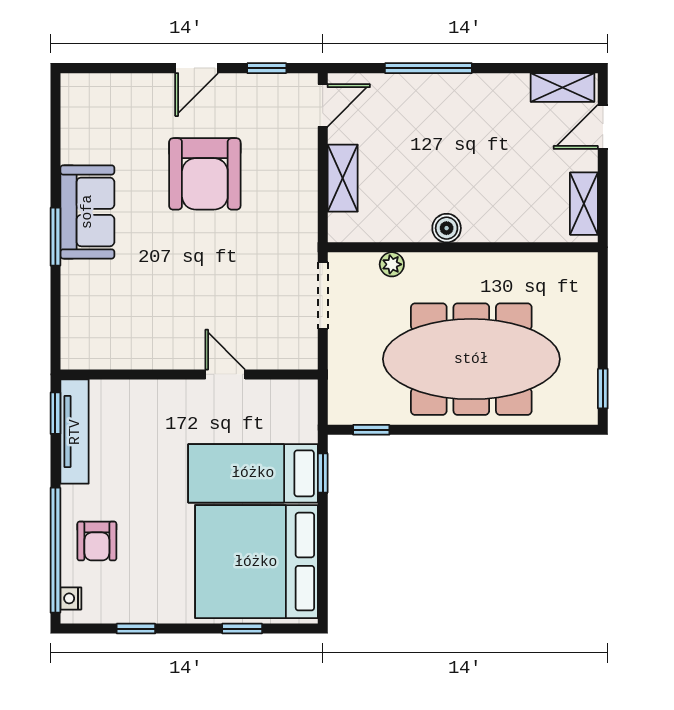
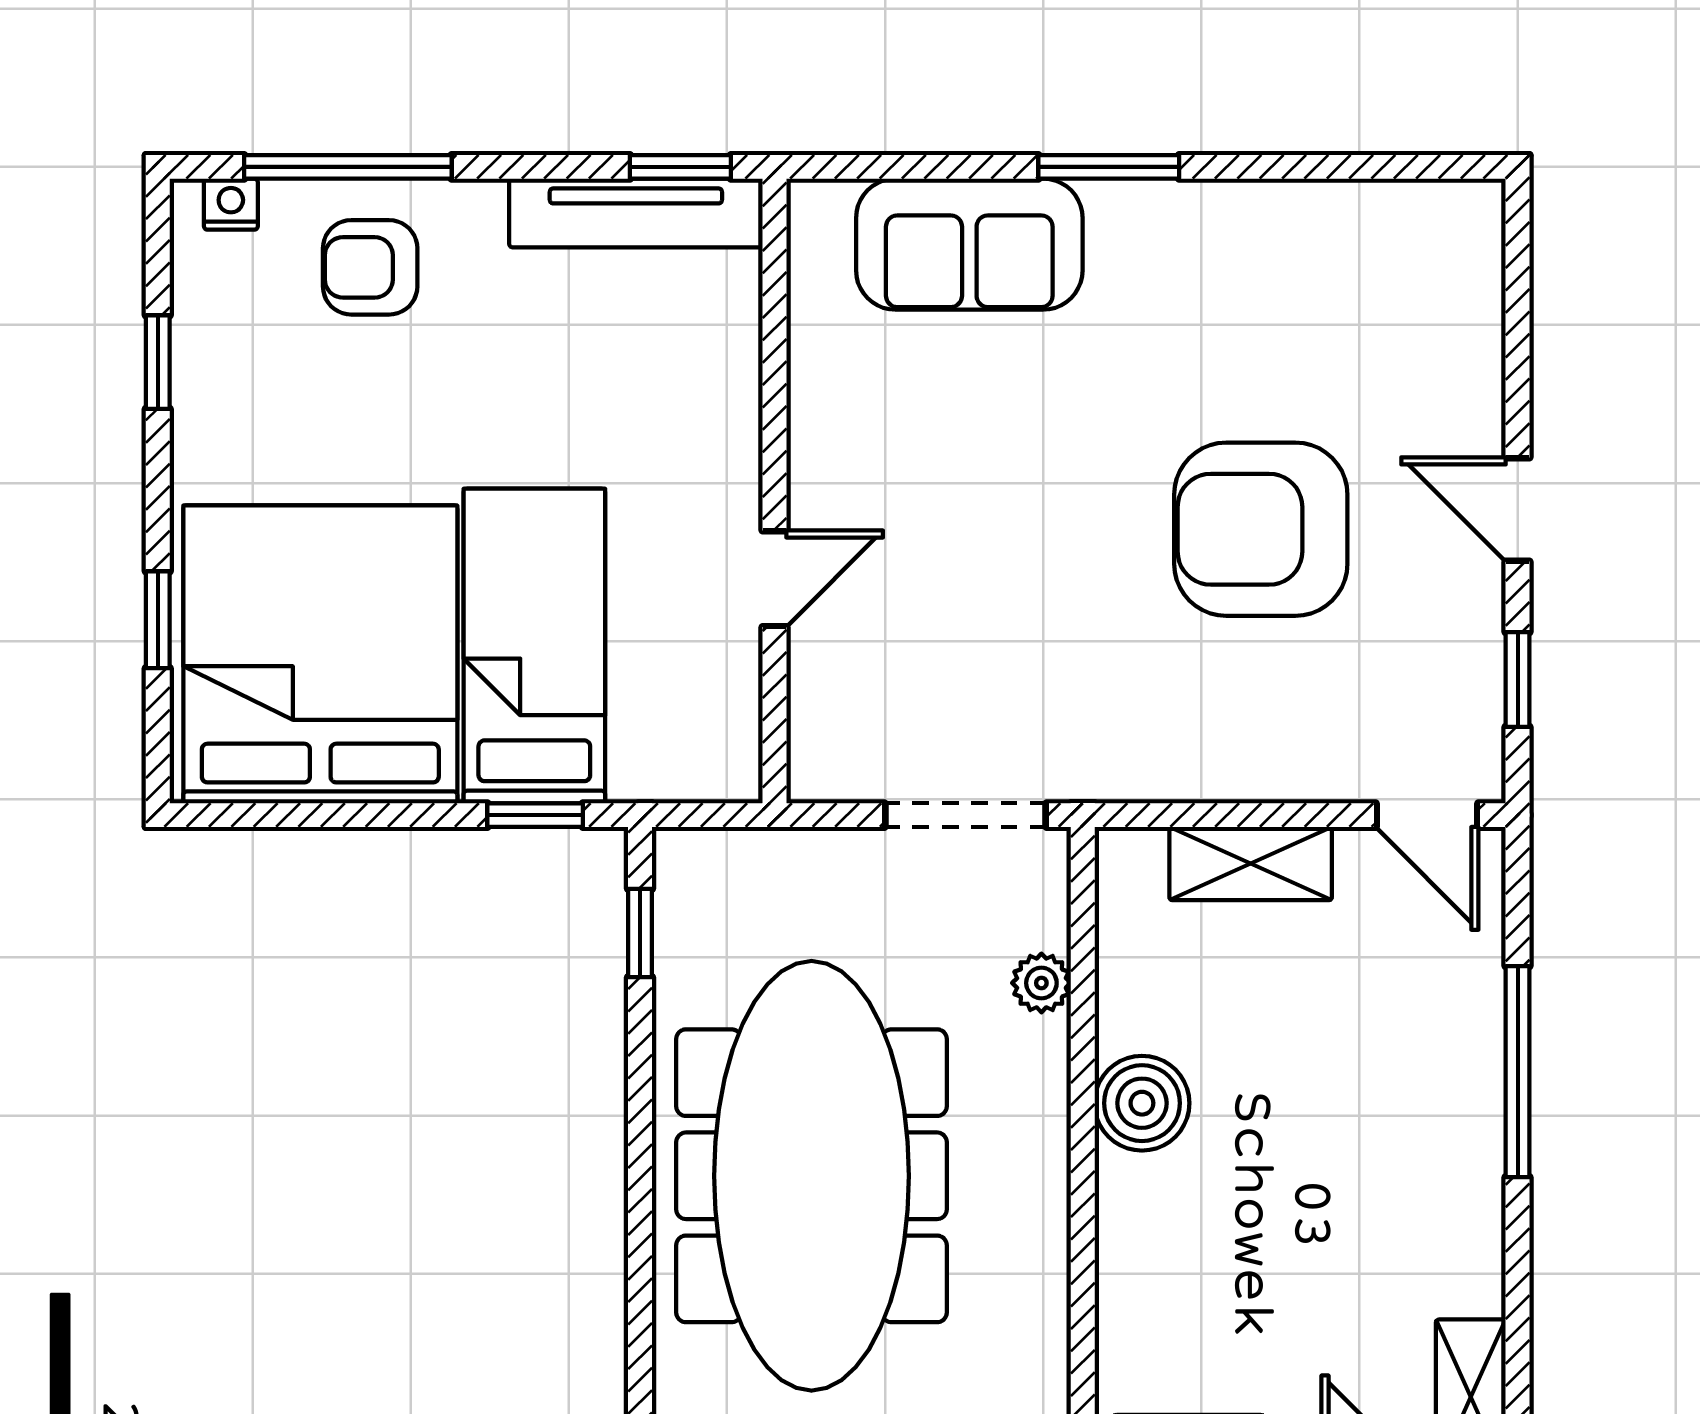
sofa: (87, 212) -> (969, 244), moved
boiler: (447, 228) -> (1142, 1103), width x1.36, depth x1.36
window: (55, 550) -> (348, 167), width x0.68

